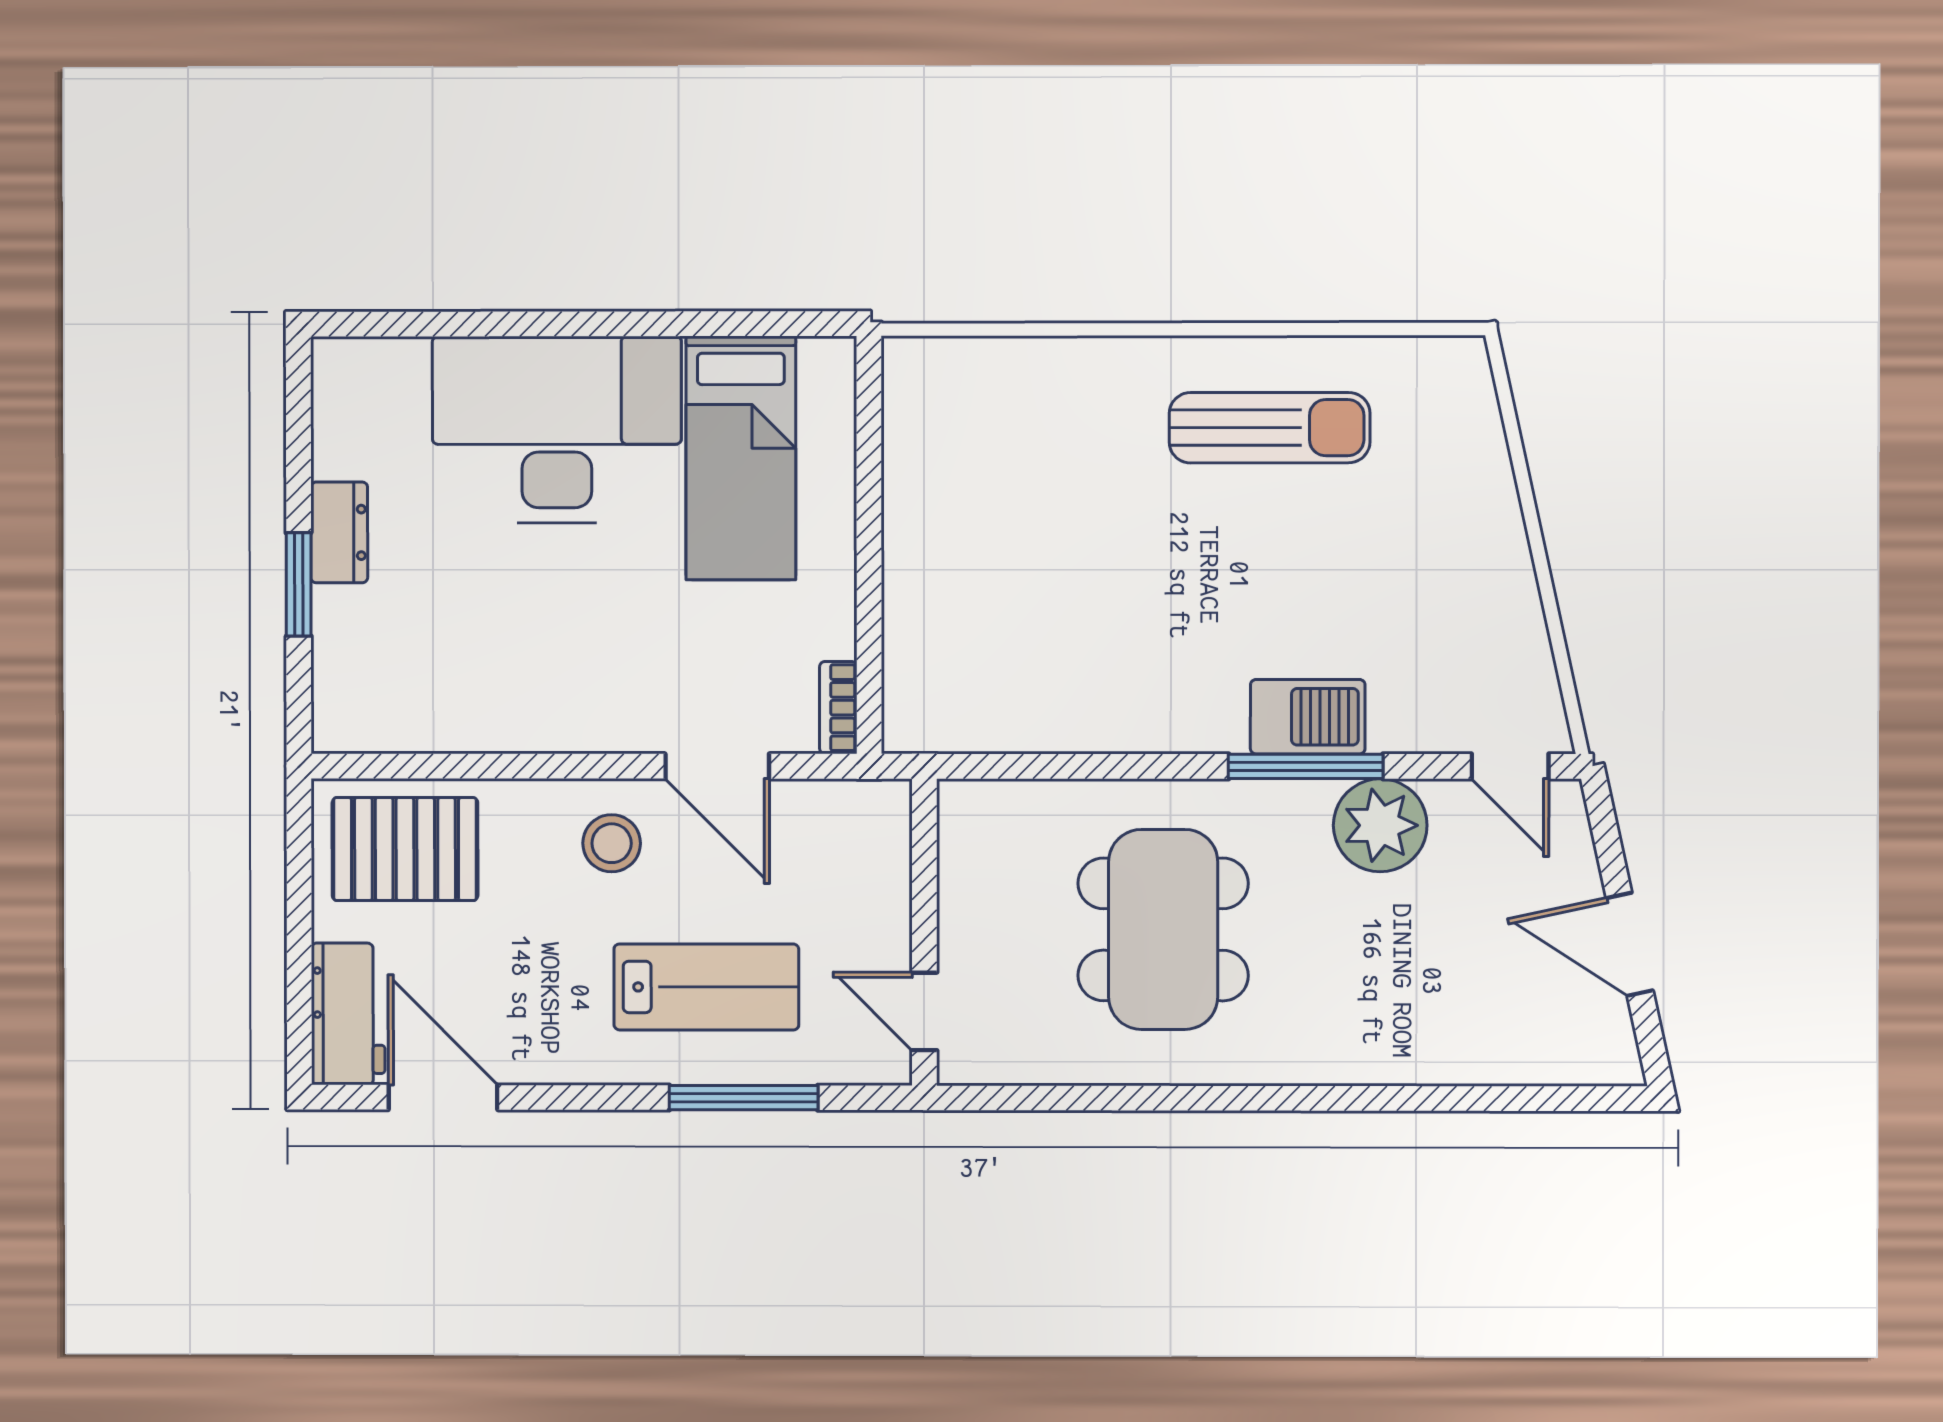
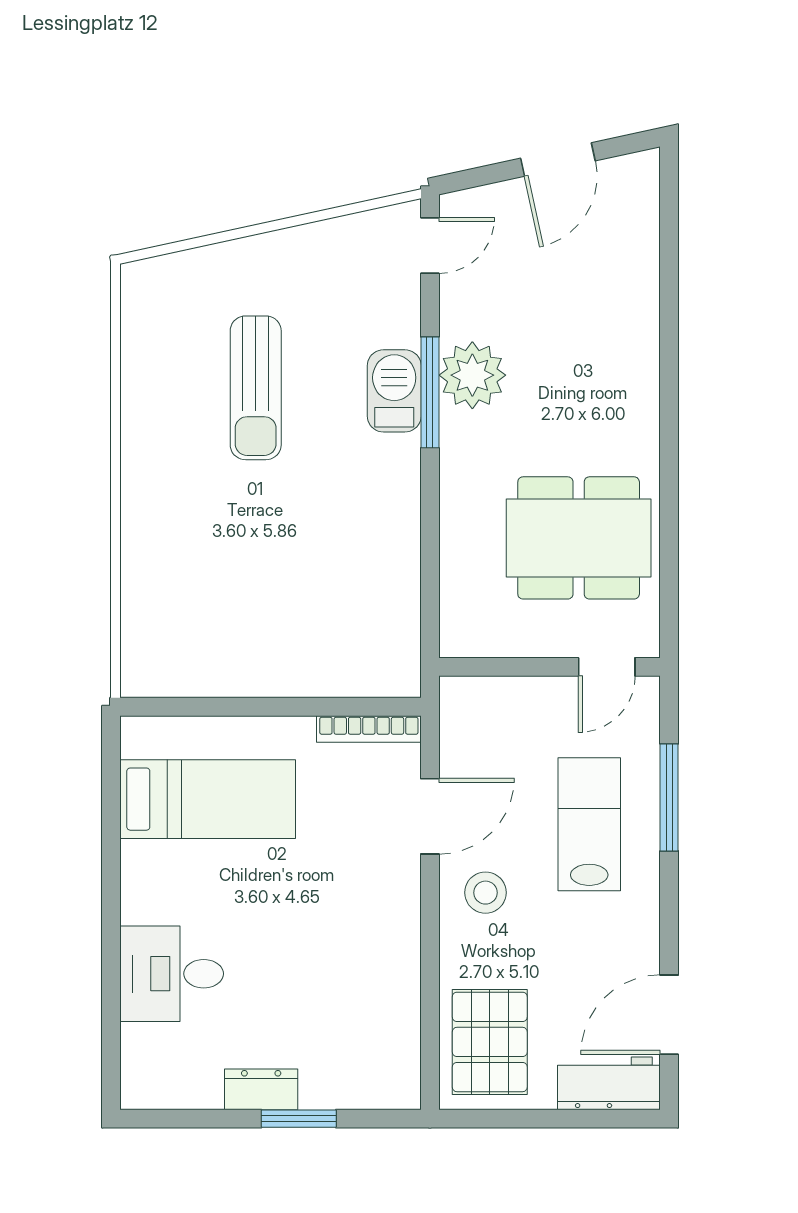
sun lounger: (1270, 428) -> (256, 388), moved, turned 180
desk: (557, 429) -> (172, 974), width x0.53, depth x0.77
bookcase: (838, 708) -> (369, 729), width x1.56
plant: (1380, 825) -> (472, 375), moved
dining table: (1163, 929) -> (579, 538), moved

